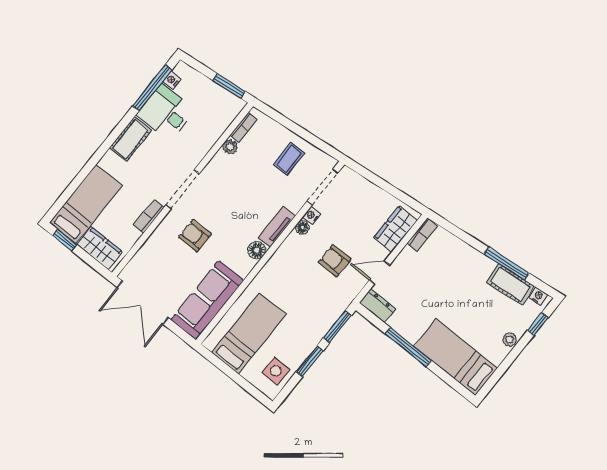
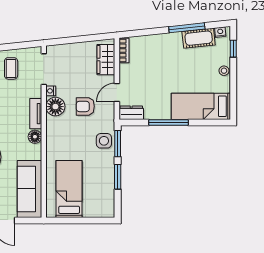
floor lamp: (302, 228) -> (55, 107), width x1.89, depth x1.89
side table: (276, 371) -> (104, 141), moved

